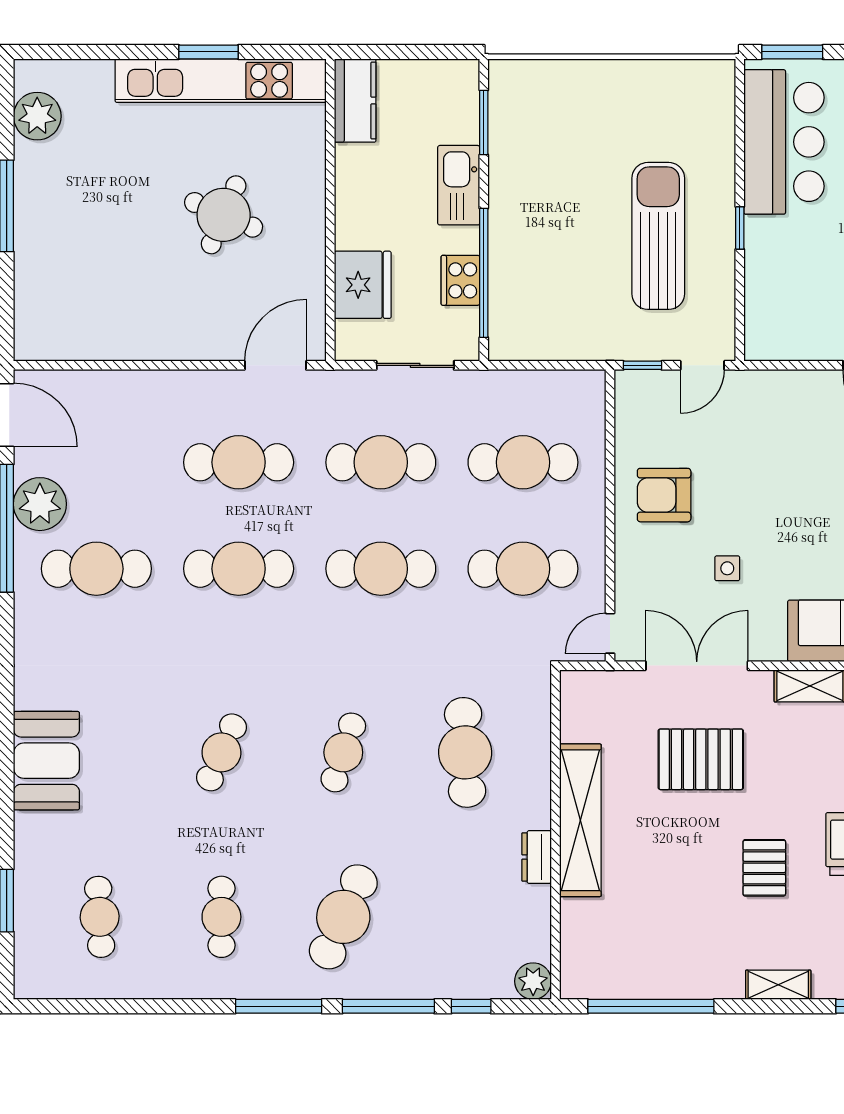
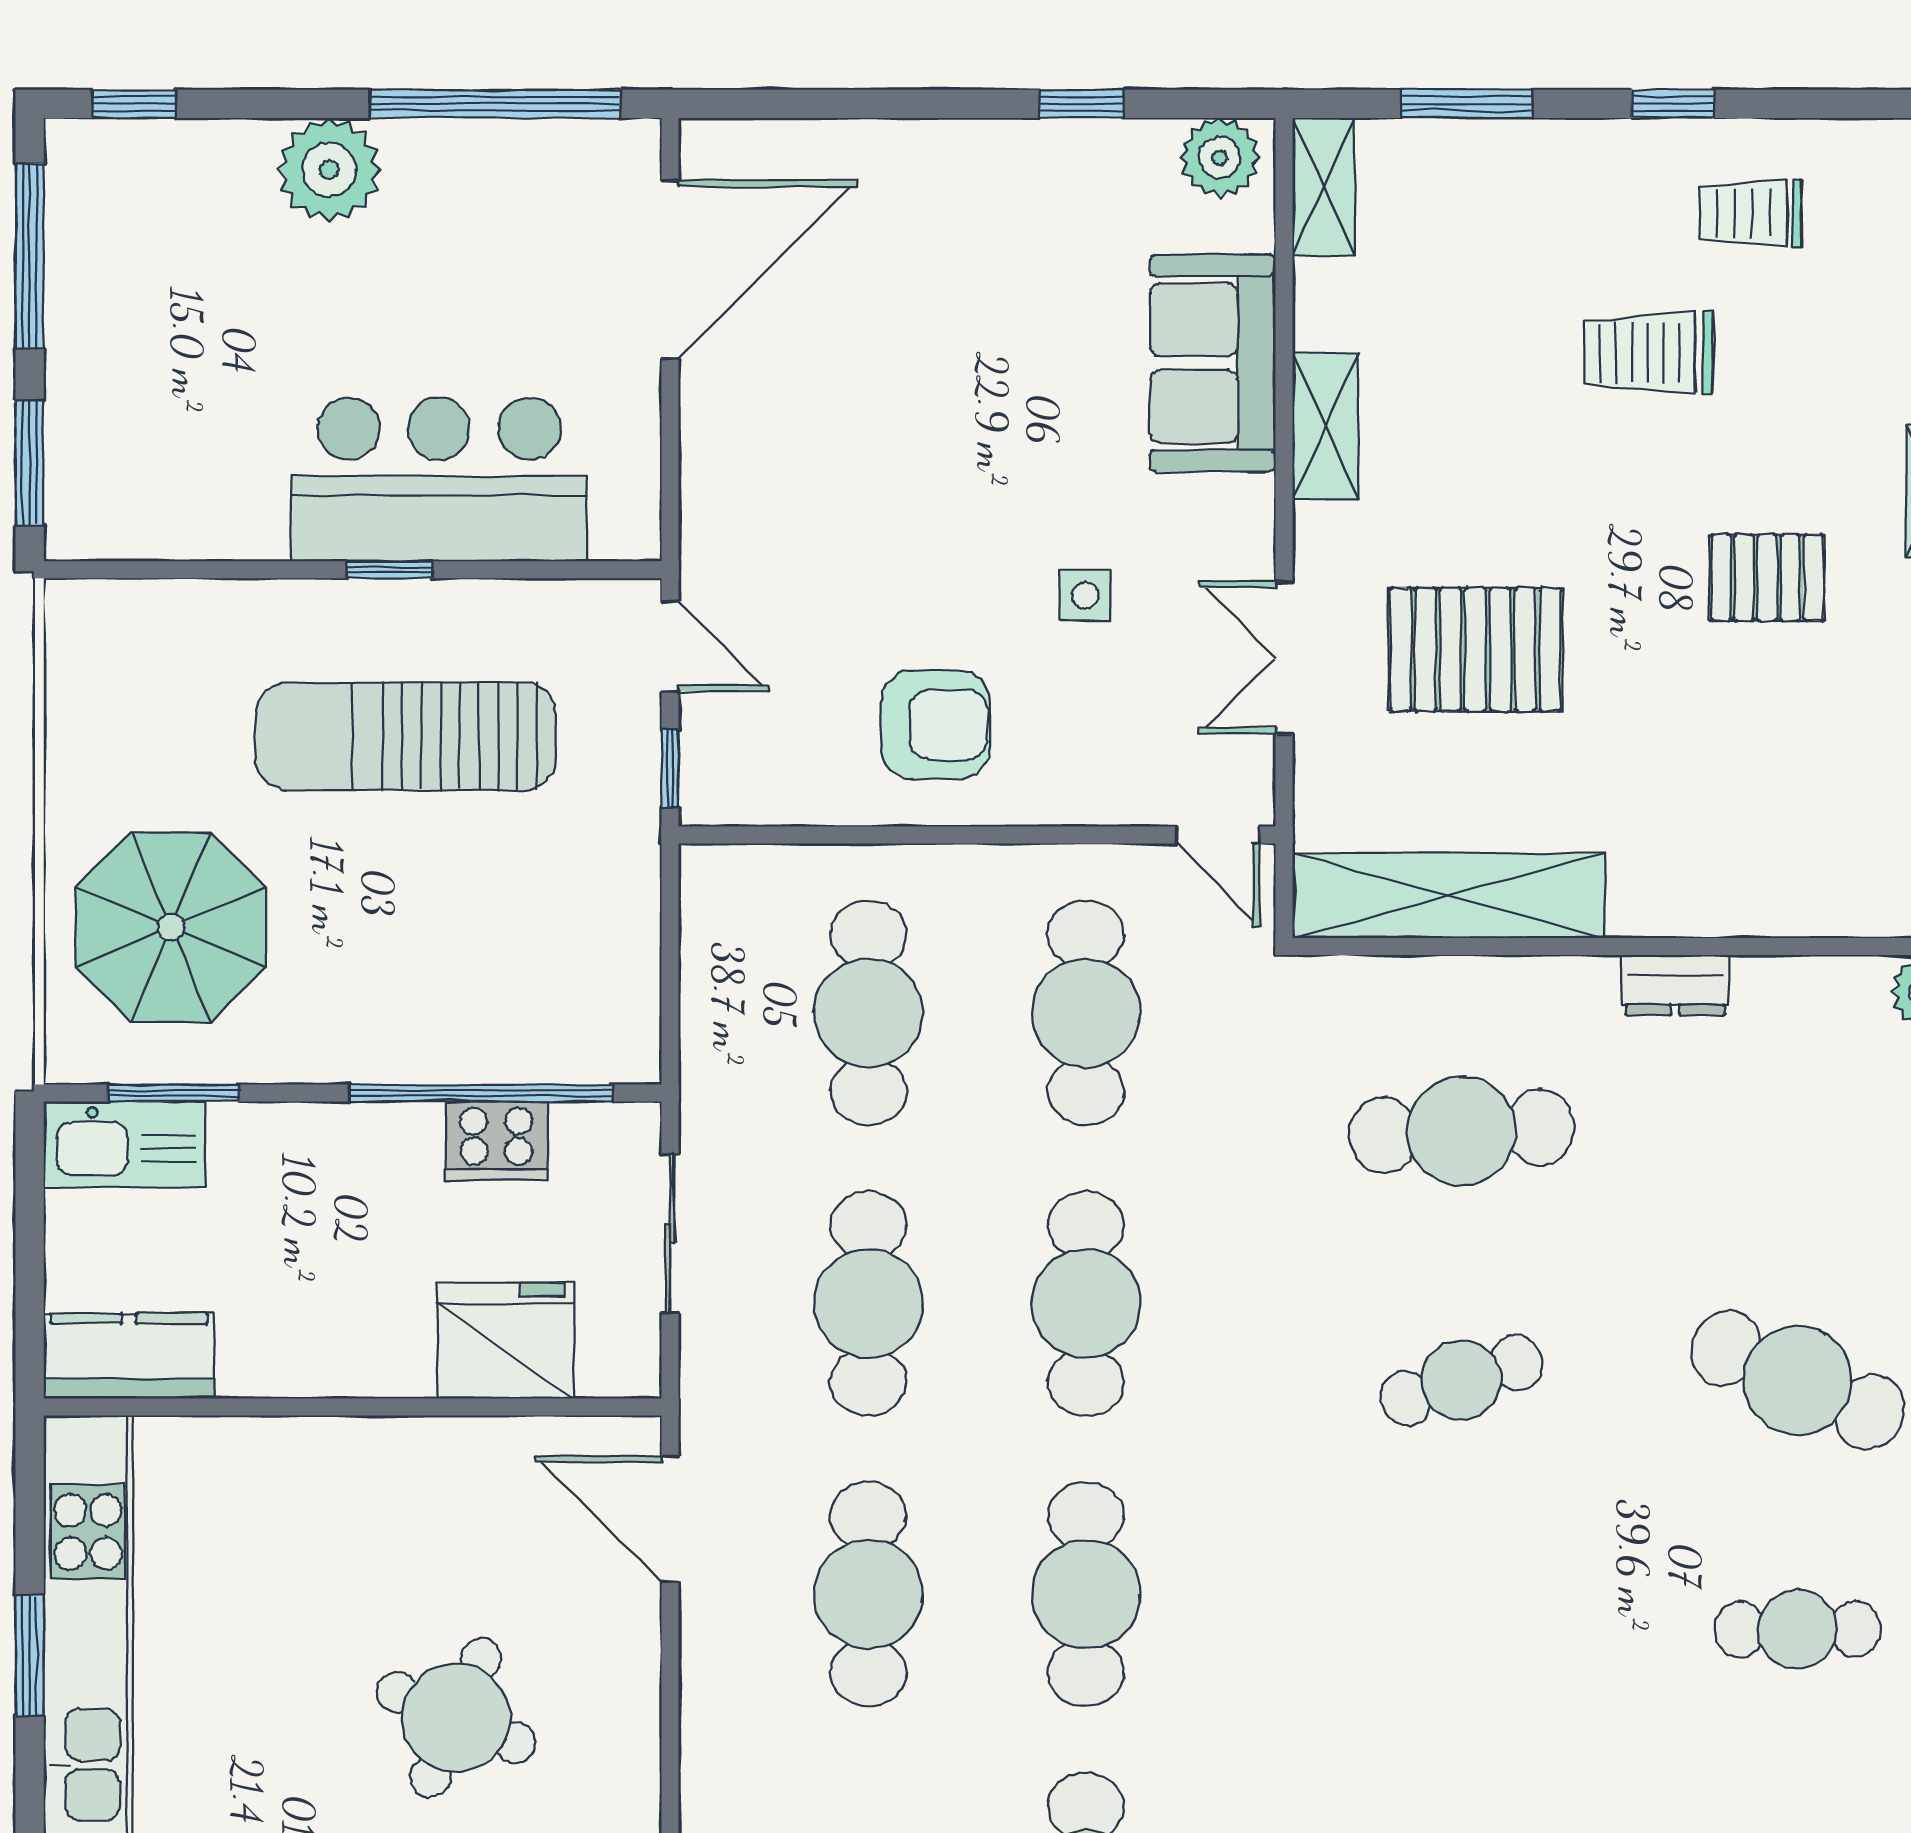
parasol: (565, 121) -> (171, 927), added
bar counter: (784, 142) -> (439, 479), moved
kitchen sink: (459, 185) -> (125, 1144), moved
round table: (224, 215) -> (456, 1718), moved
armchair: (664, 495) -> (935, 725), turned -90
double door: (697, 666) -> (1284, 658), width x0.73
cafe table: (221, 752) -> (1461, 1629), removed
cafe table: (343, 752) -> (1461, 1380), turned -36
pallet: (701, 759) -> (1475, 649), turned 90
shelving: (580, 820) -> (1449, 896), moved
pallet: (764, 868) -> (1767, 578), moved

